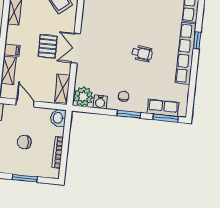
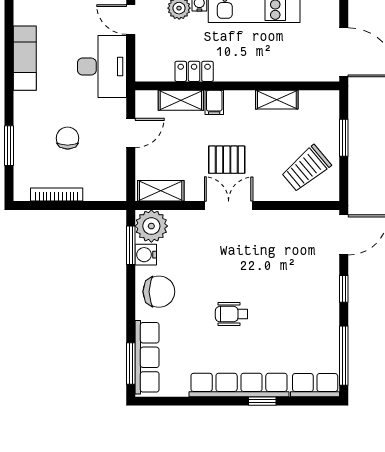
wheelchair: (142, 53) -> (231, 314), turned 83
chair: (124, 96) -> (159, 292), width x1.87, depth x1.87
row of seats: (163, 108) -> (147, 357), width x1.48
window: (129, 114) -> (131, 245), moved
washbasin: (58, 118) -> (113, 189), removed

